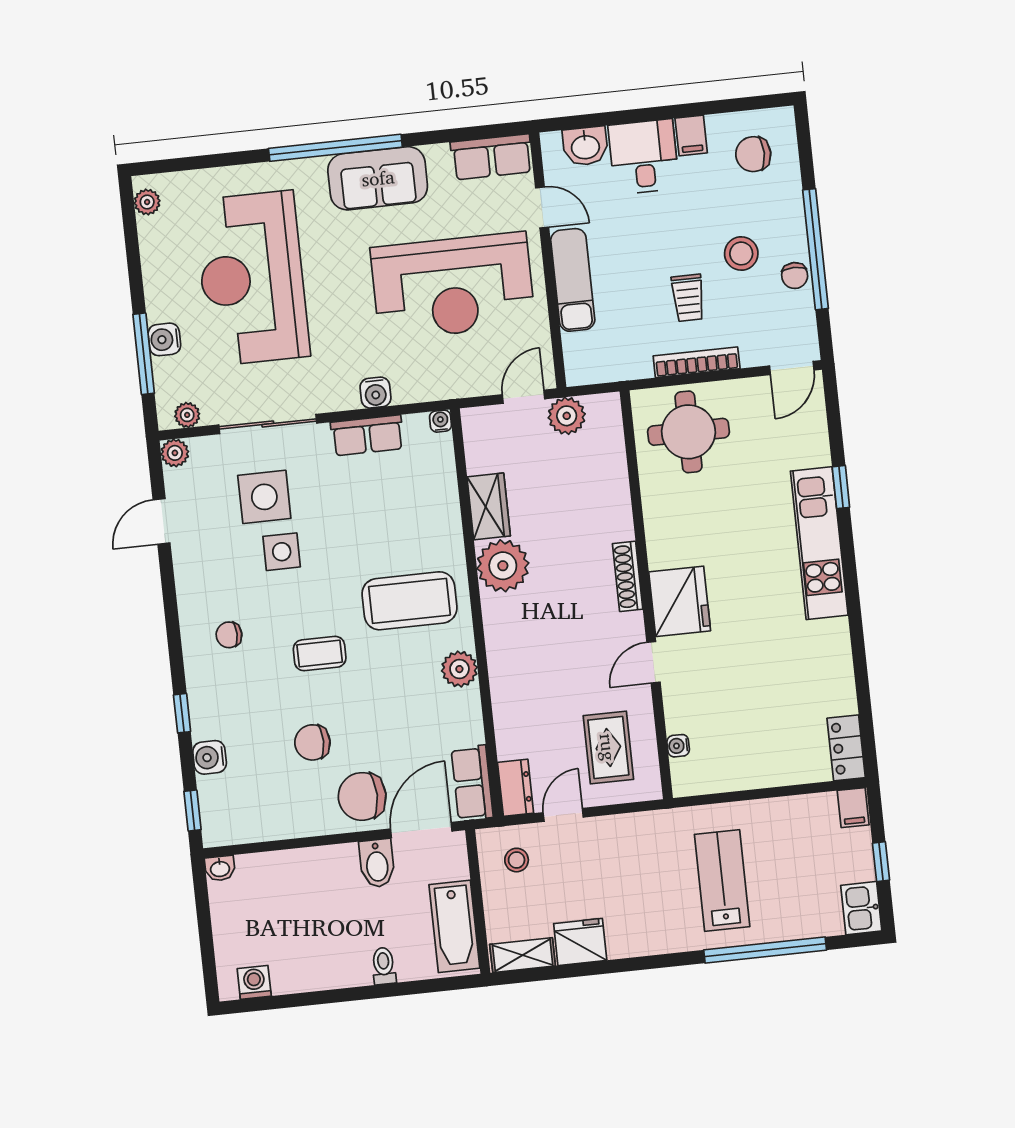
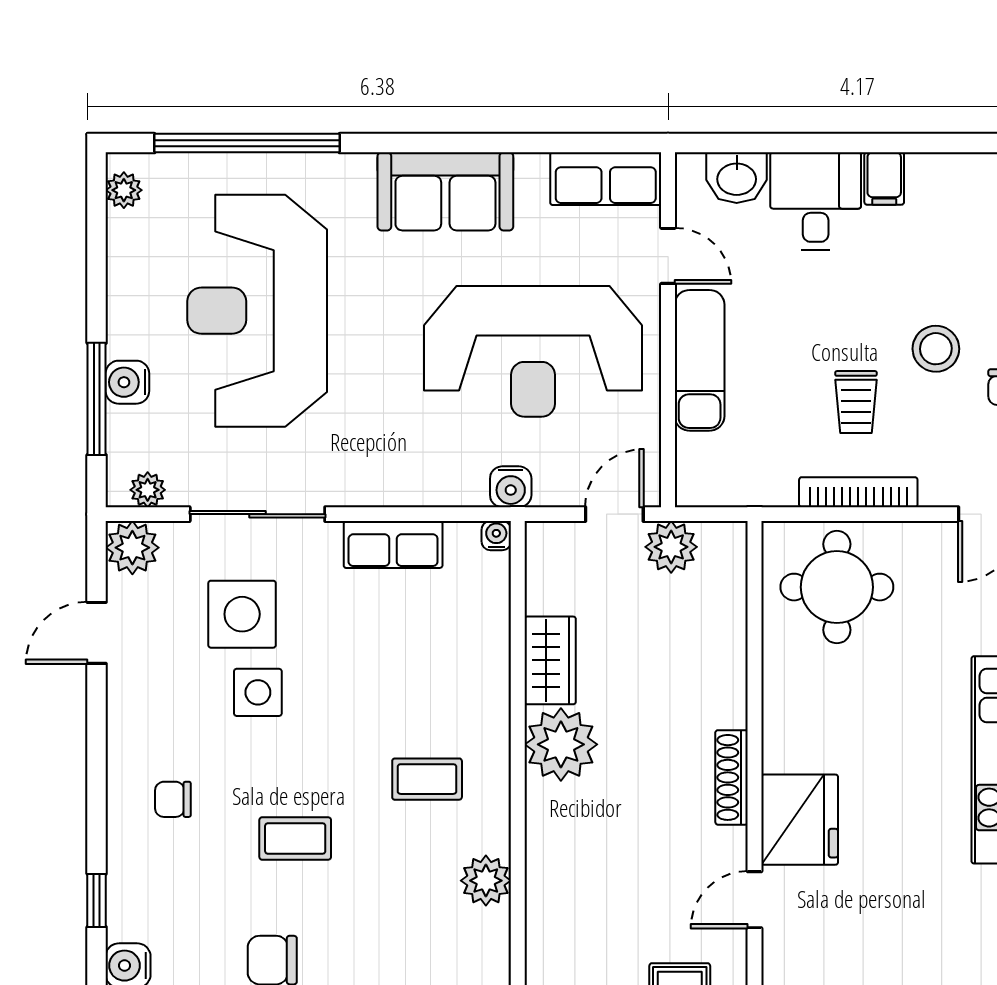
window: (335, 148) -> (247, 143), moved
chair: (753, 154) -> (967, 213), removed
water cooler: (375, 393) -> (511, 487), moved
plant: (175, 453) -> (132, 548), width x1.38, depth x1.38
coffee table: (410, 601) -> (427, 779), width x0.54, depth x0.58

